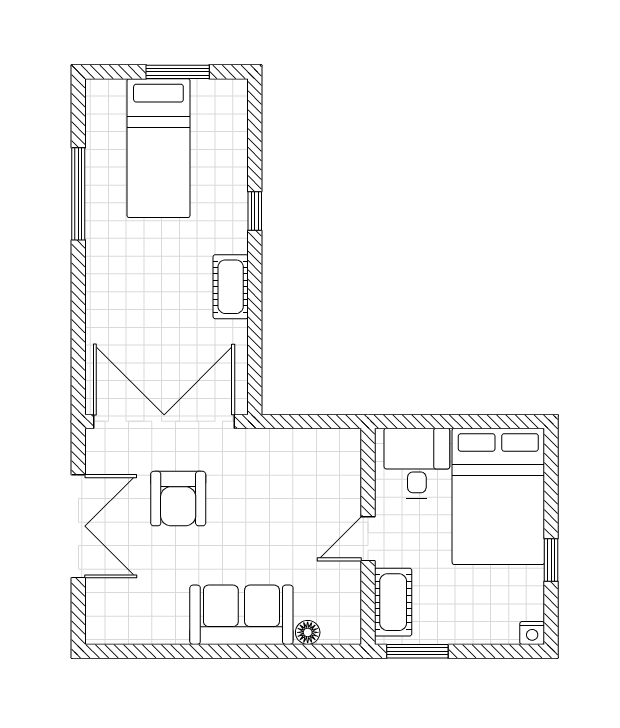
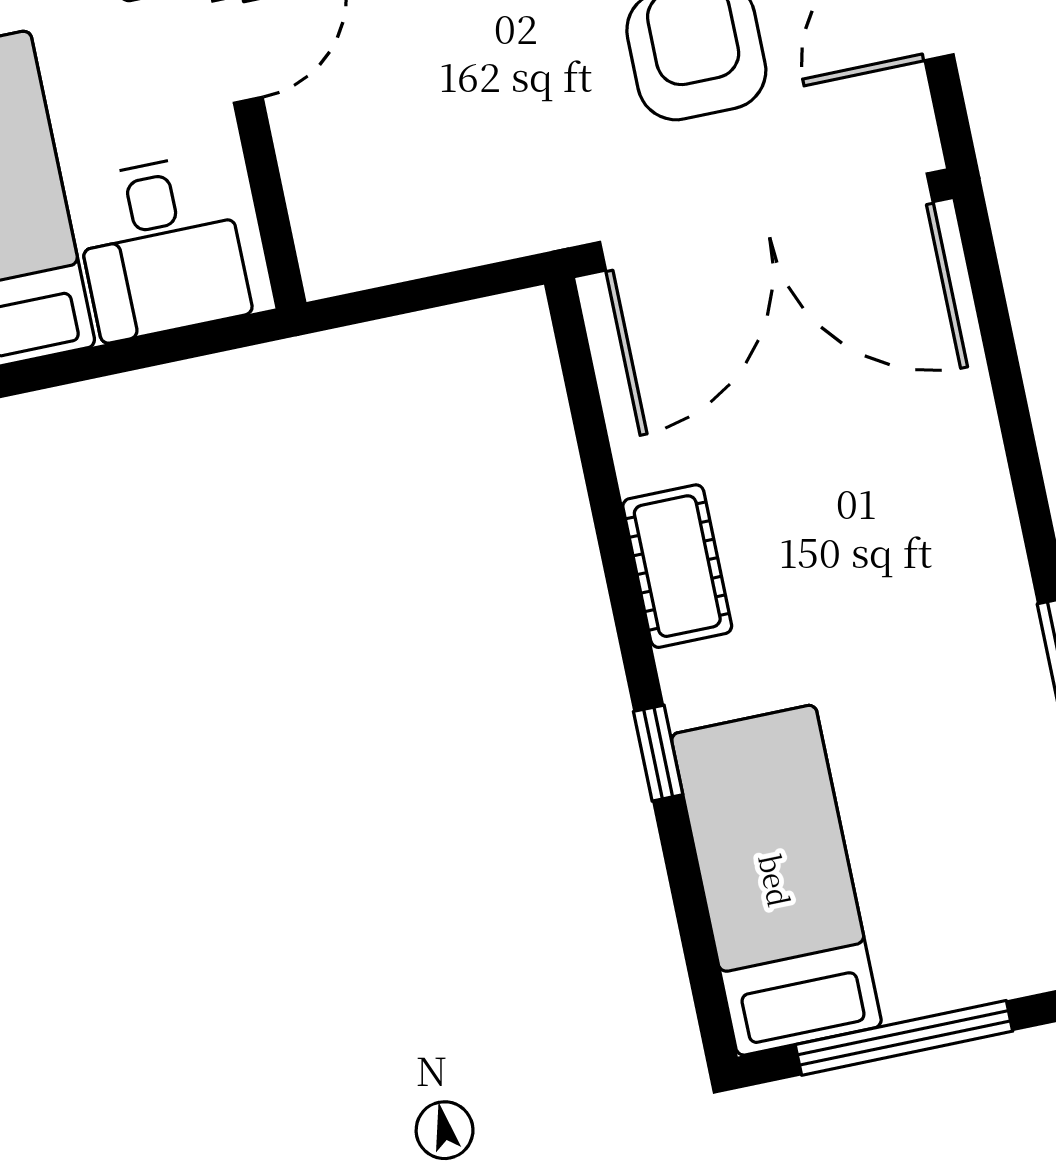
window: (178, 72) -> (904, 1038), width x1.44
bed: (158, 148) -> (776, 880), moved

